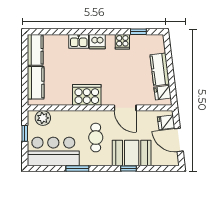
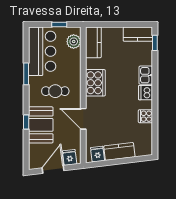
window: (138, 32) -> (155, 43), moved
kitchen counter: (36, 83) -> (93, 42), moved, turned -90
door: (125, 108) -> (83, 119), hinge flipped

